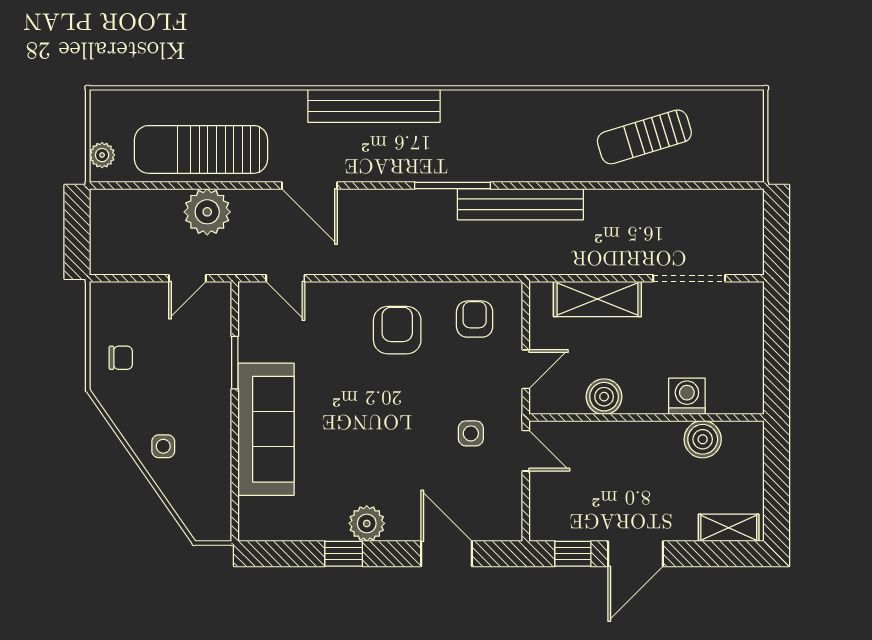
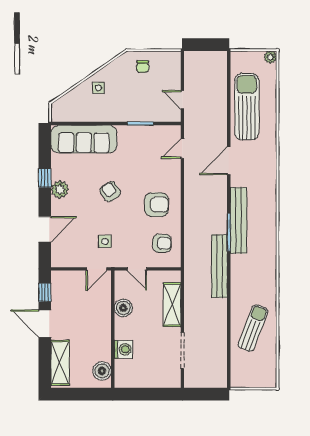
bench: (374, 106) -> (239, 220), moved
sun lounger: (644, 137) -> (253, 328), turned 38
plant: (102, 155) -> (270, 57), moved
plant: (207, 212) -> (216, 110), removed
armchair: (371, 423) -> (110, 191), added
sofa: (266, 429) -> (84, 139), moved
boiler: (703, 439) -> (102, 371), moved
shelving: (729, 528) -> (60, 363), width x1.50, depth x1.33

